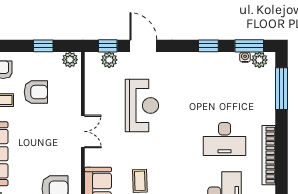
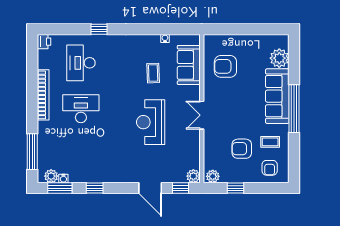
plant: (109, 60) -> (193, 176), moved
reception desk: (142, 105) -> (151, 122), moved

